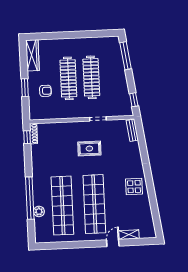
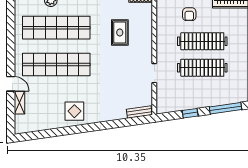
window: (134, 100) -> (190, 113), moved
rug: (89, 149) -> (120, 32), moved

